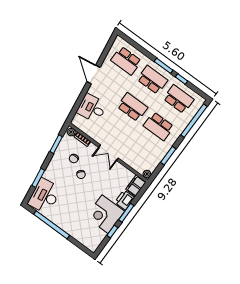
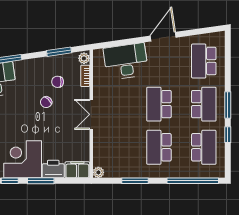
school desk: (132, 107) -> (159, 104), turned 180
desk: (92, 108) -> (126, 61), width x1.37

